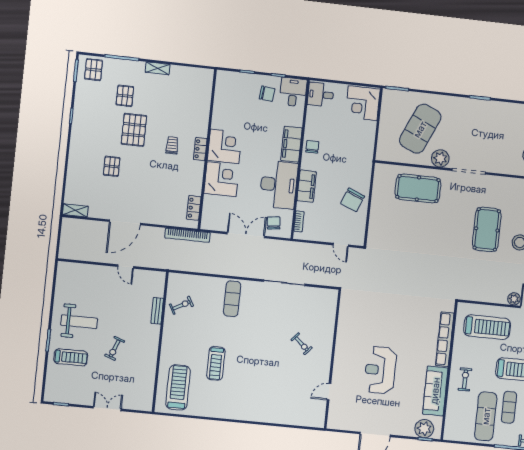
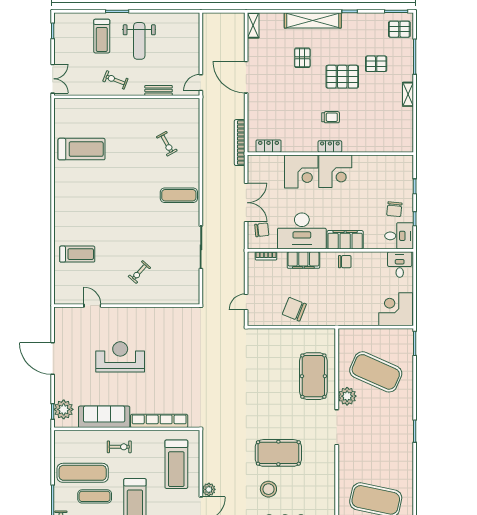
shelving: (76, 152) -> (313, 20), added
pallet: (112, 166) -> (302, 58), turned 90
bench: (157, 311) -> (159, 91), moved
wall: (160, 342) -> (127, 97), moved
treadmill: (216, 363) -> (77, 254), moved, turned 180

